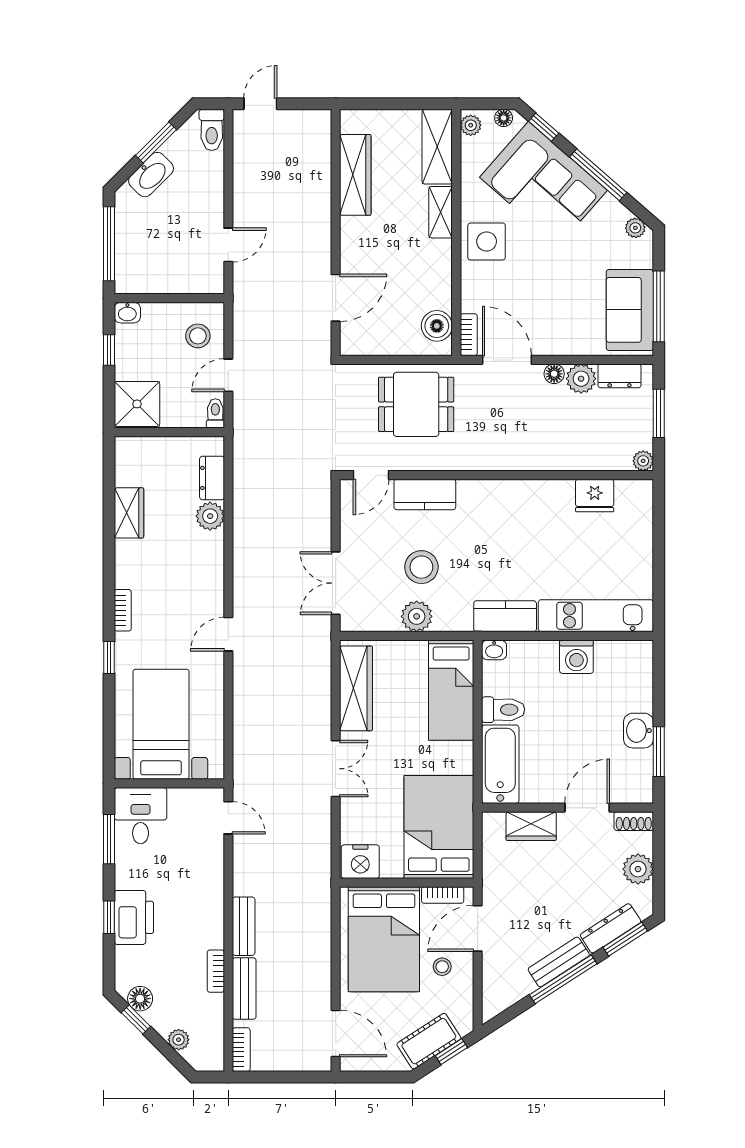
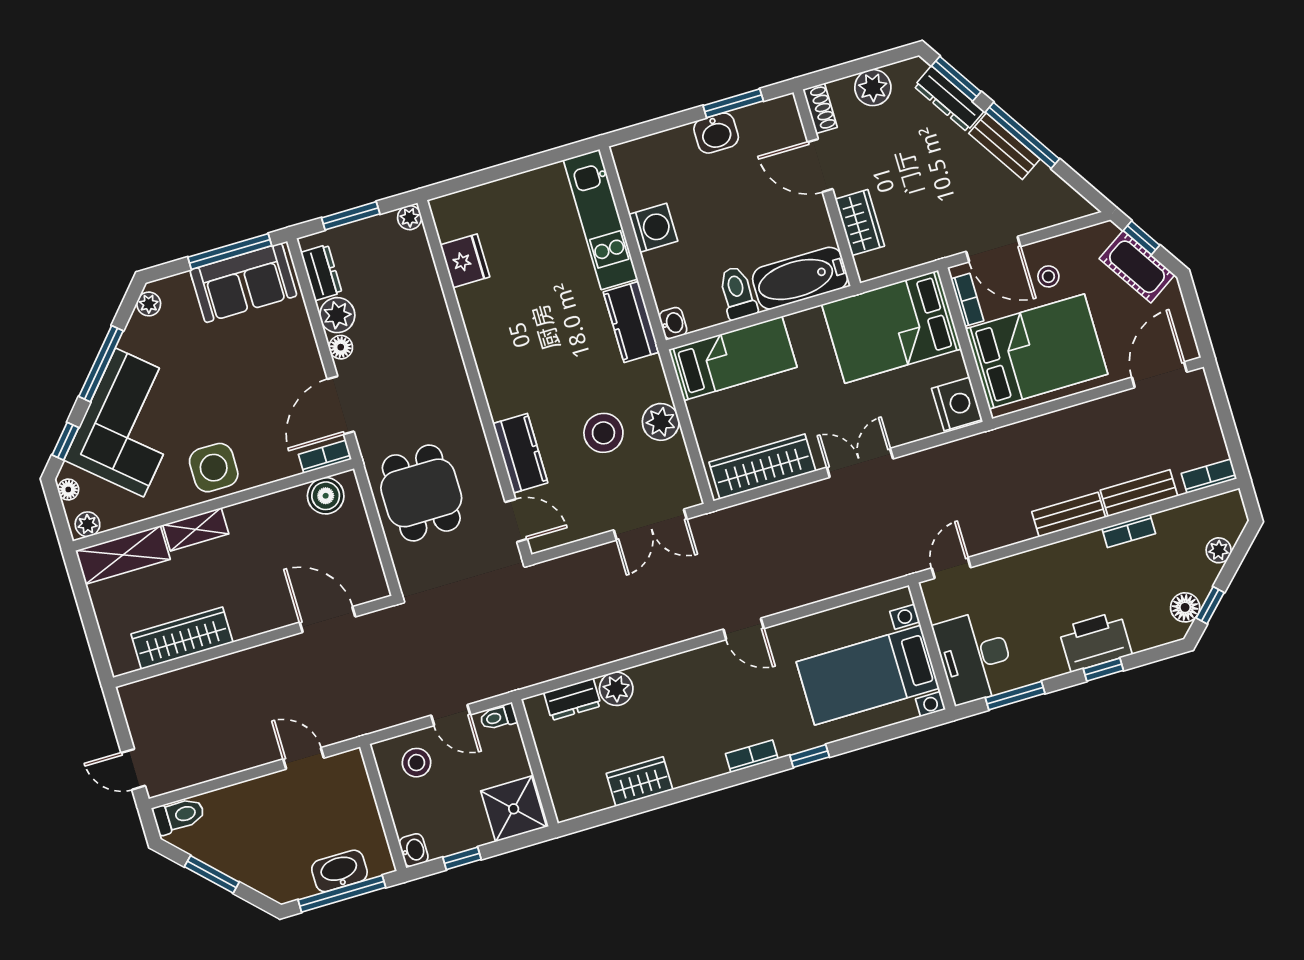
washbasin: (151, 175) -> (339, 871), moved, turned -45
desk: (141, 816) -> (975, 657), width x1.37

